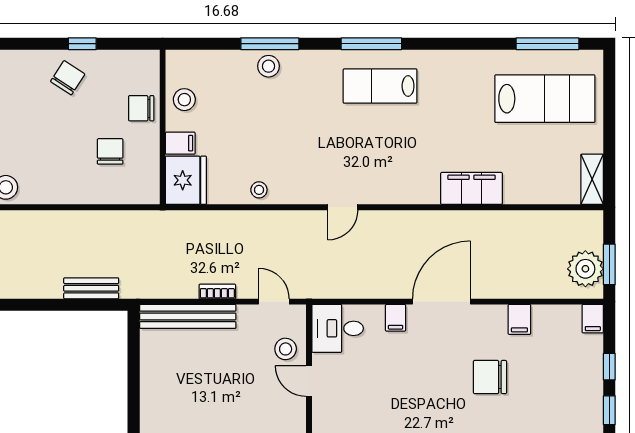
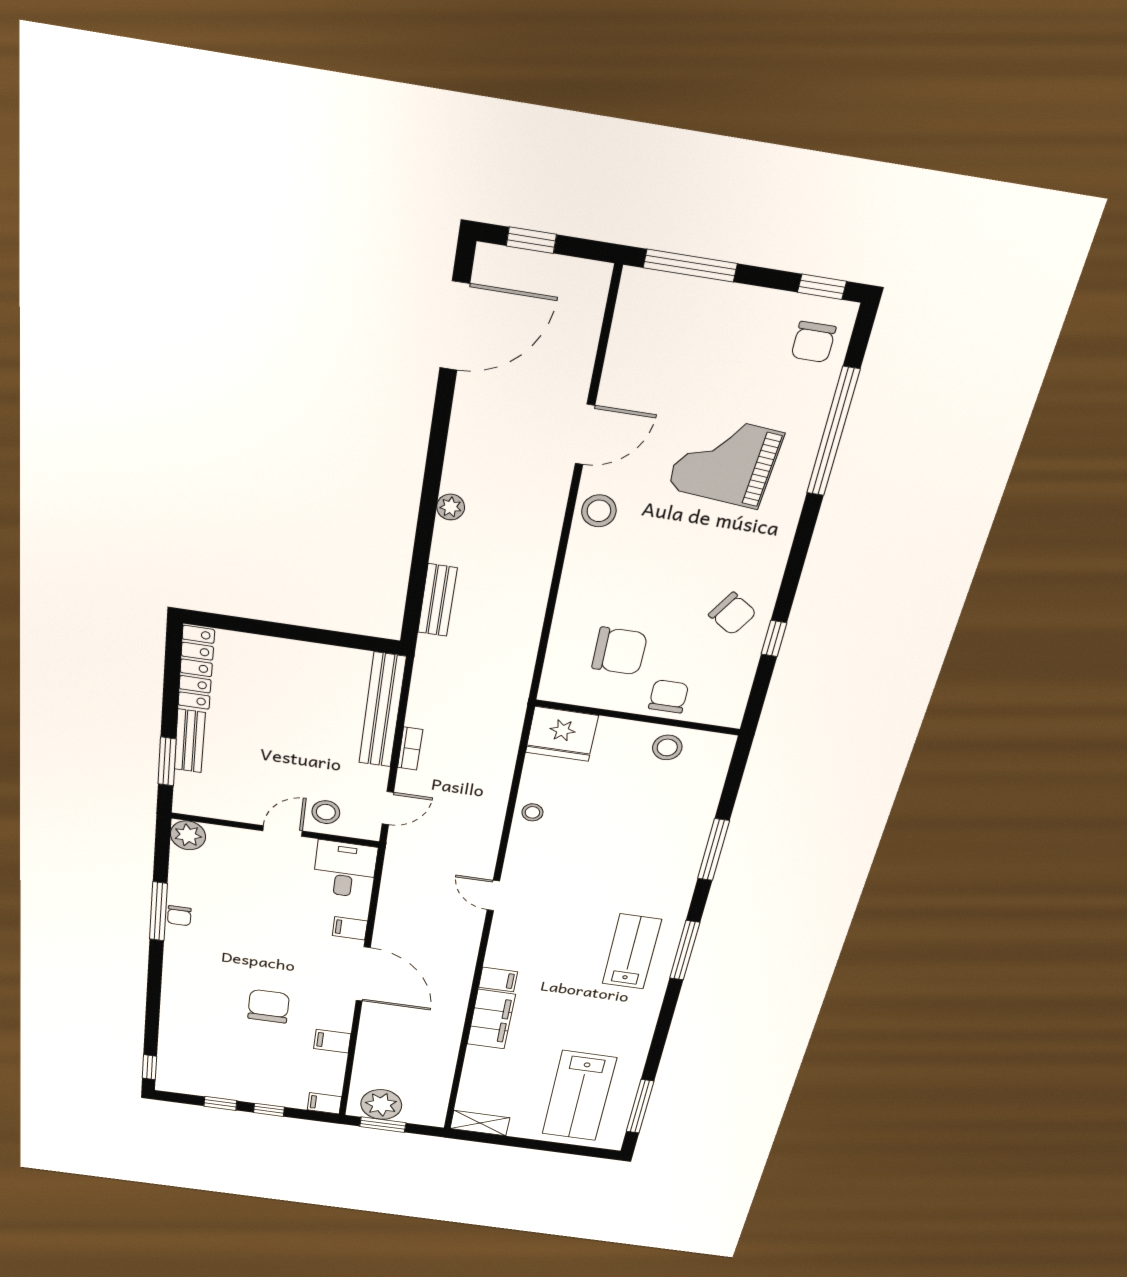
stool: (268, 66) -> (686, 844), removed
filing cabinet: (180, 143) -> (498, 979), moved, turned -90
chair: (110, 151) -> (620, 651), width x1.37, depth x1.37
plant: (19, 289) -> (451, 507), added

